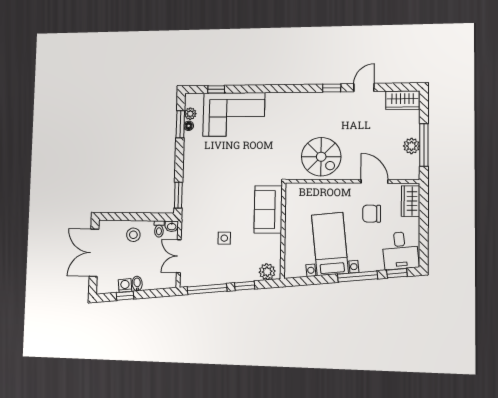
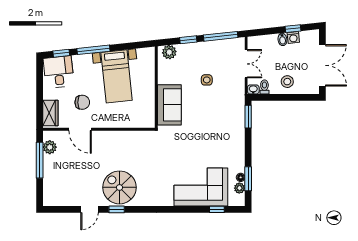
wardrobe: (402, 100) -> (57, 198), removed
plant: (411, 146) -> (50, 147), moved
spiral stairs: (321, 157) -> (119, 187), moved

